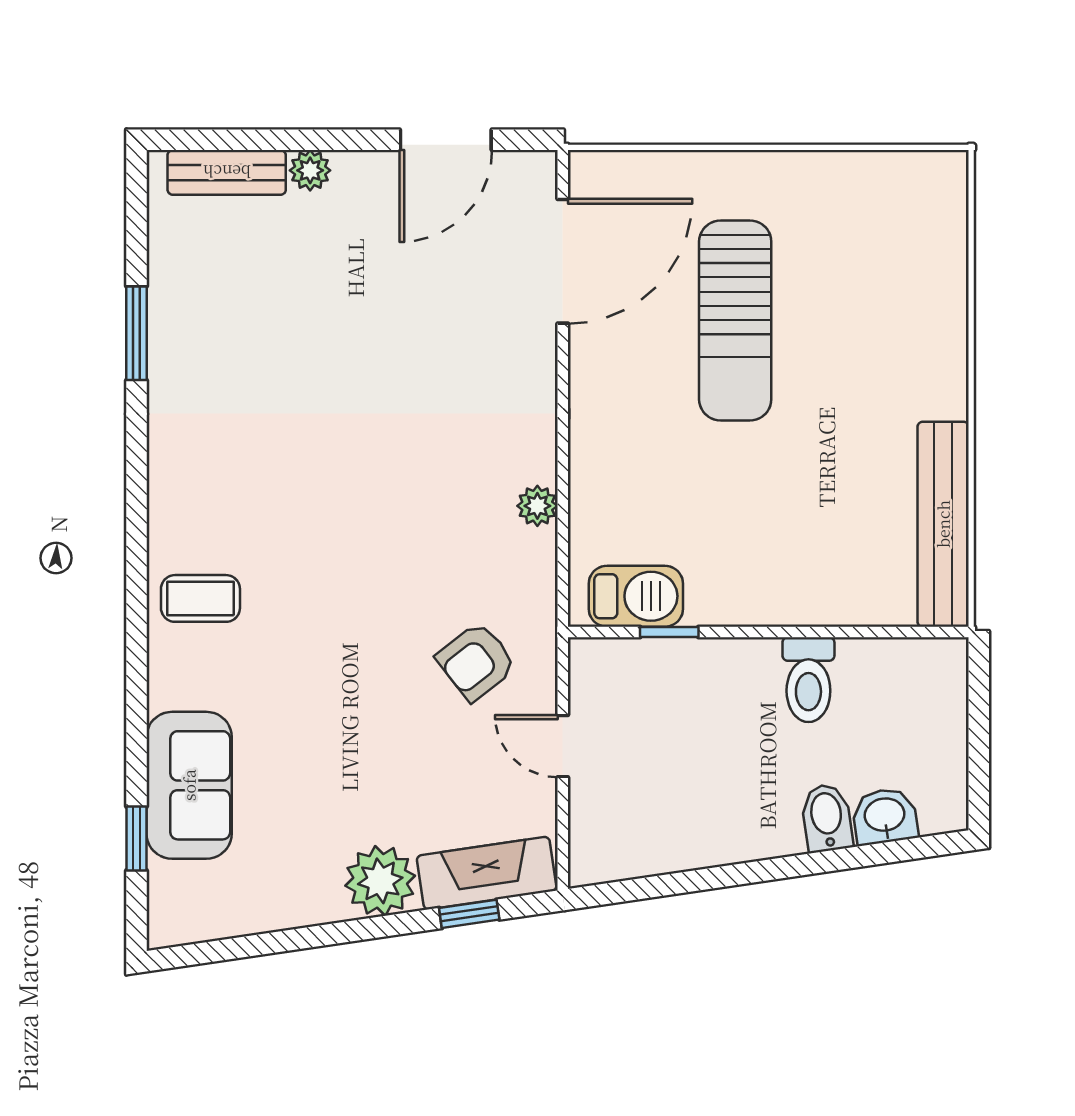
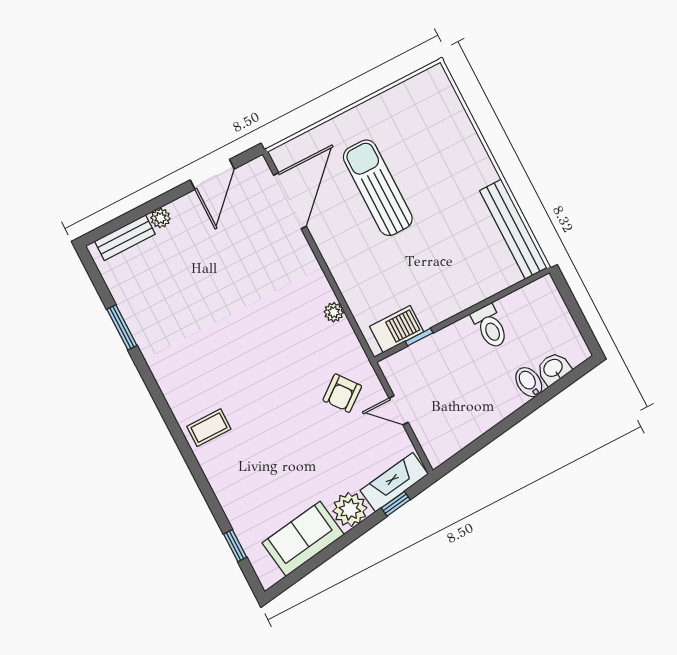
sun lounger: (735, 320) -> (378, 188), turned 180
sofa: (189, 785) -> (303, 539), moved, turned -98

